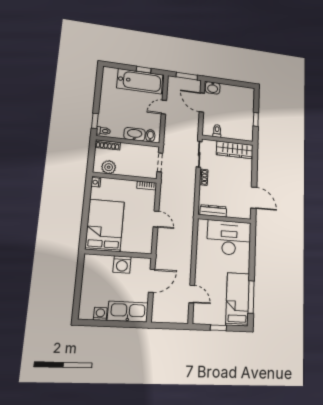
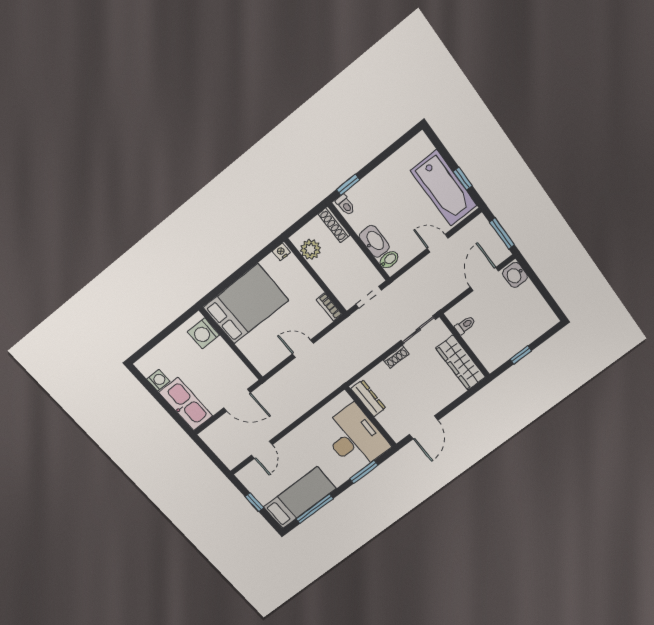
door: (156, 219) -> (303, 349), swing flipped
window: (252, 251) -> (364, 472), added
washing machine: (122, 265) -> (203, 333), moved

